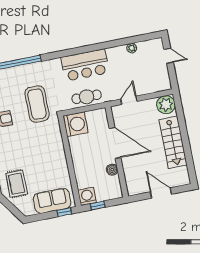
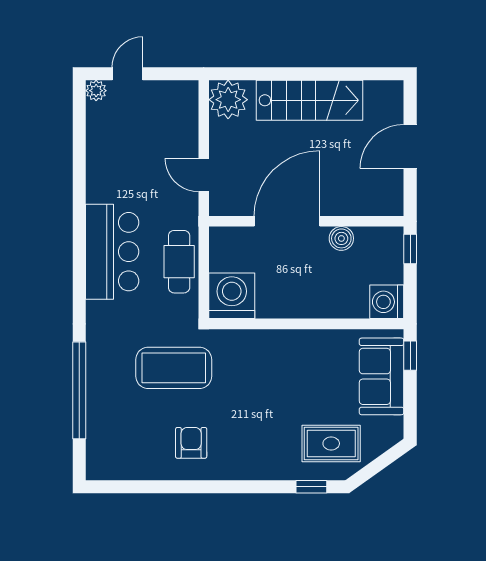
plant: (132, 48) -> (96, 91), moved
window: (98, 206) -> (410, 249), moved

